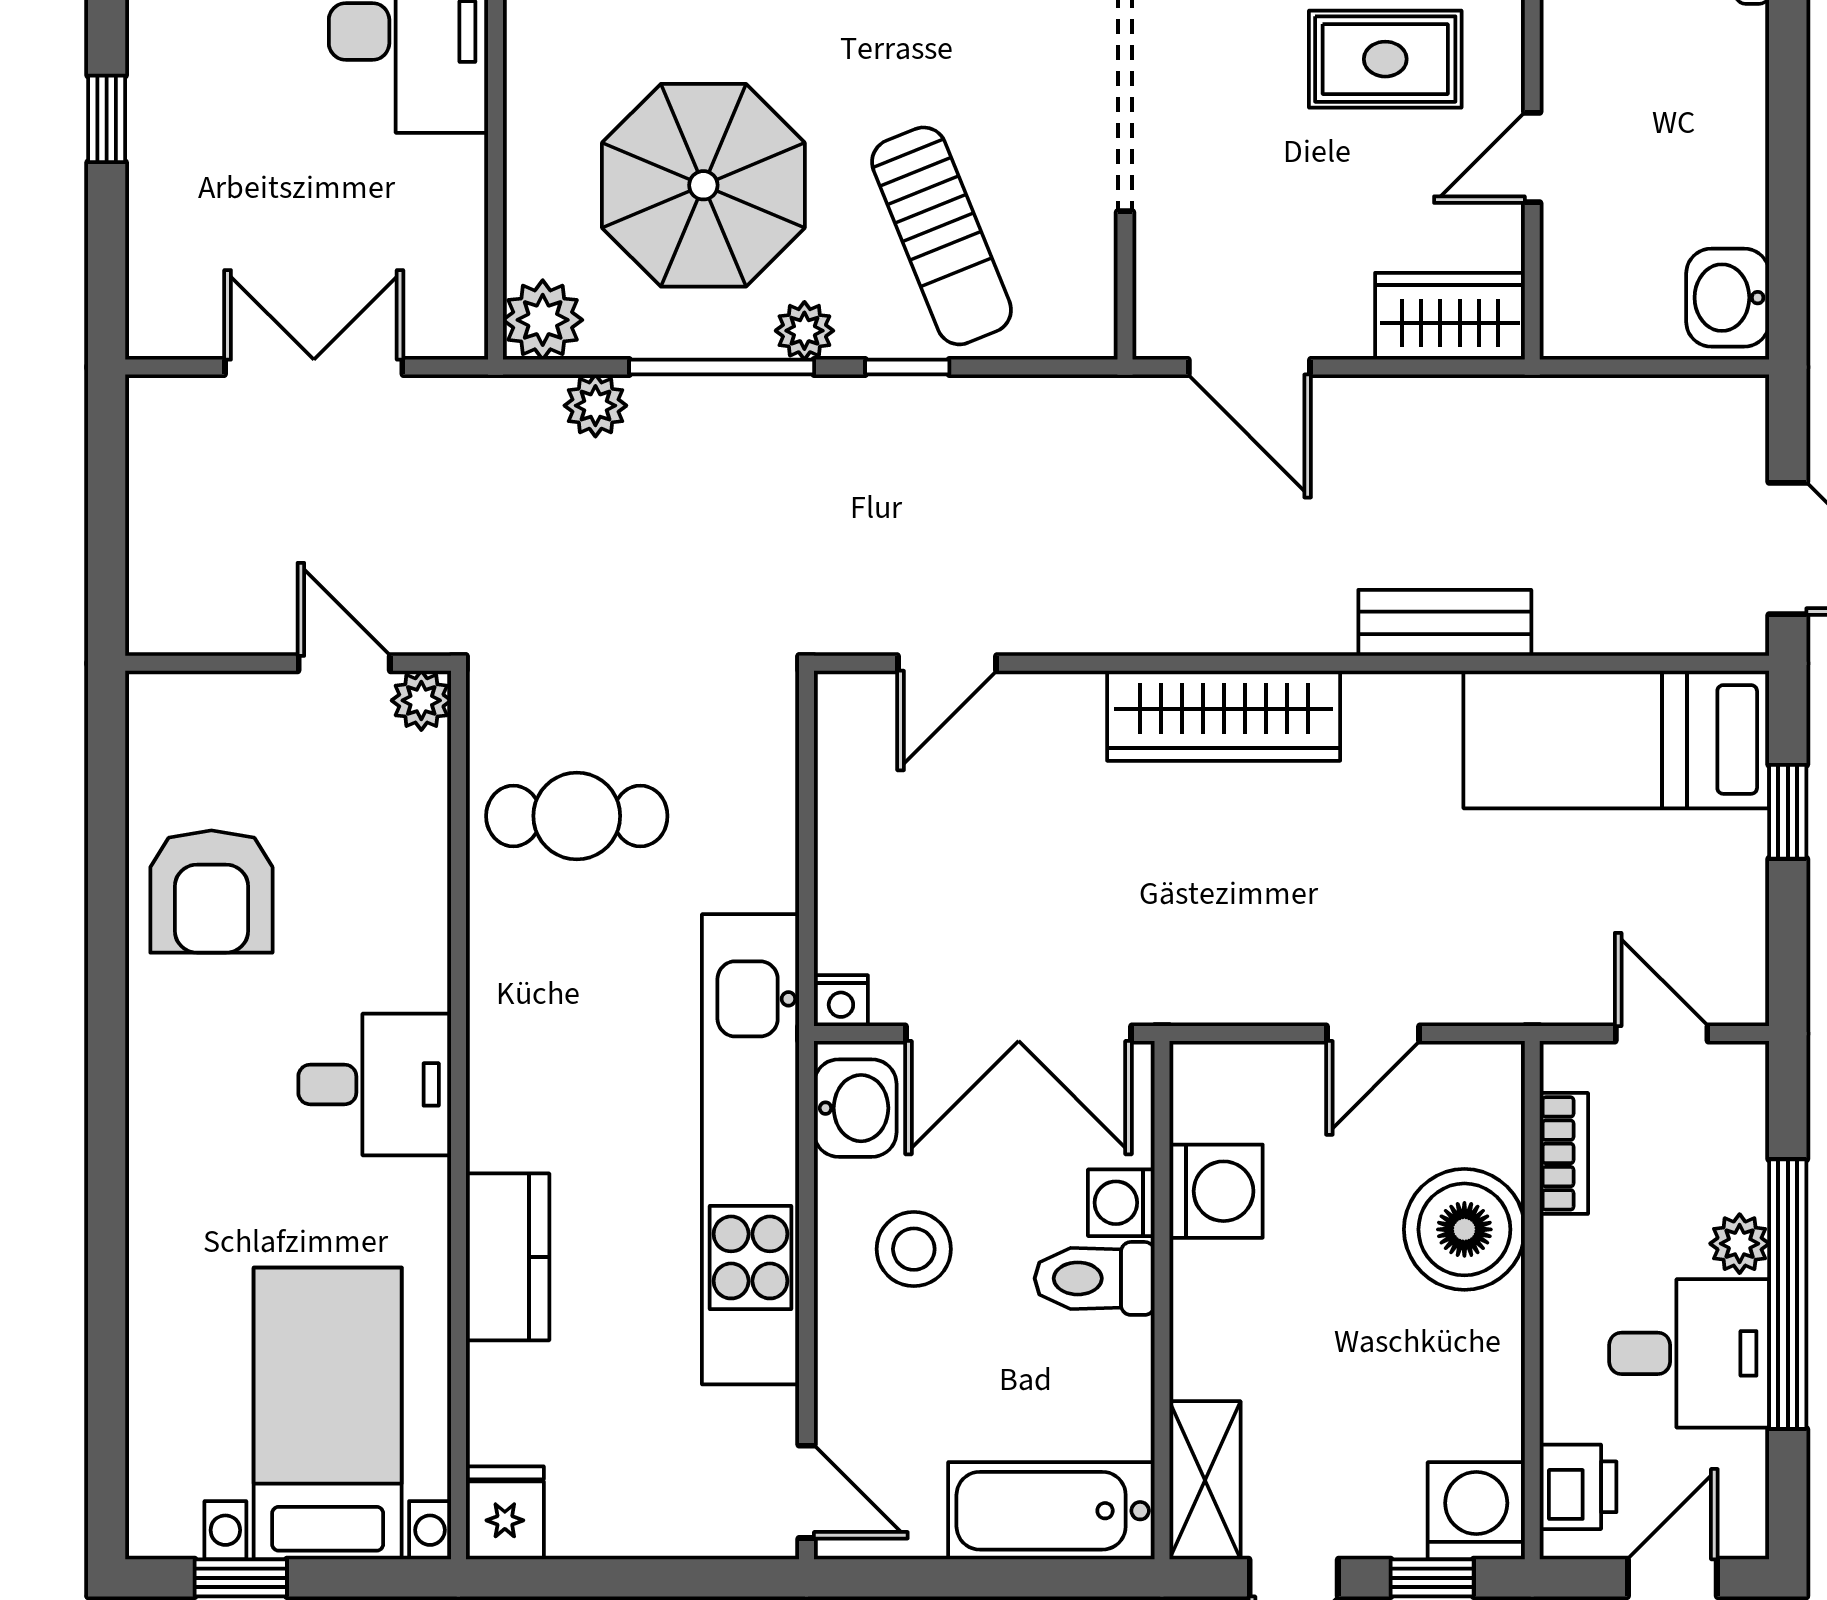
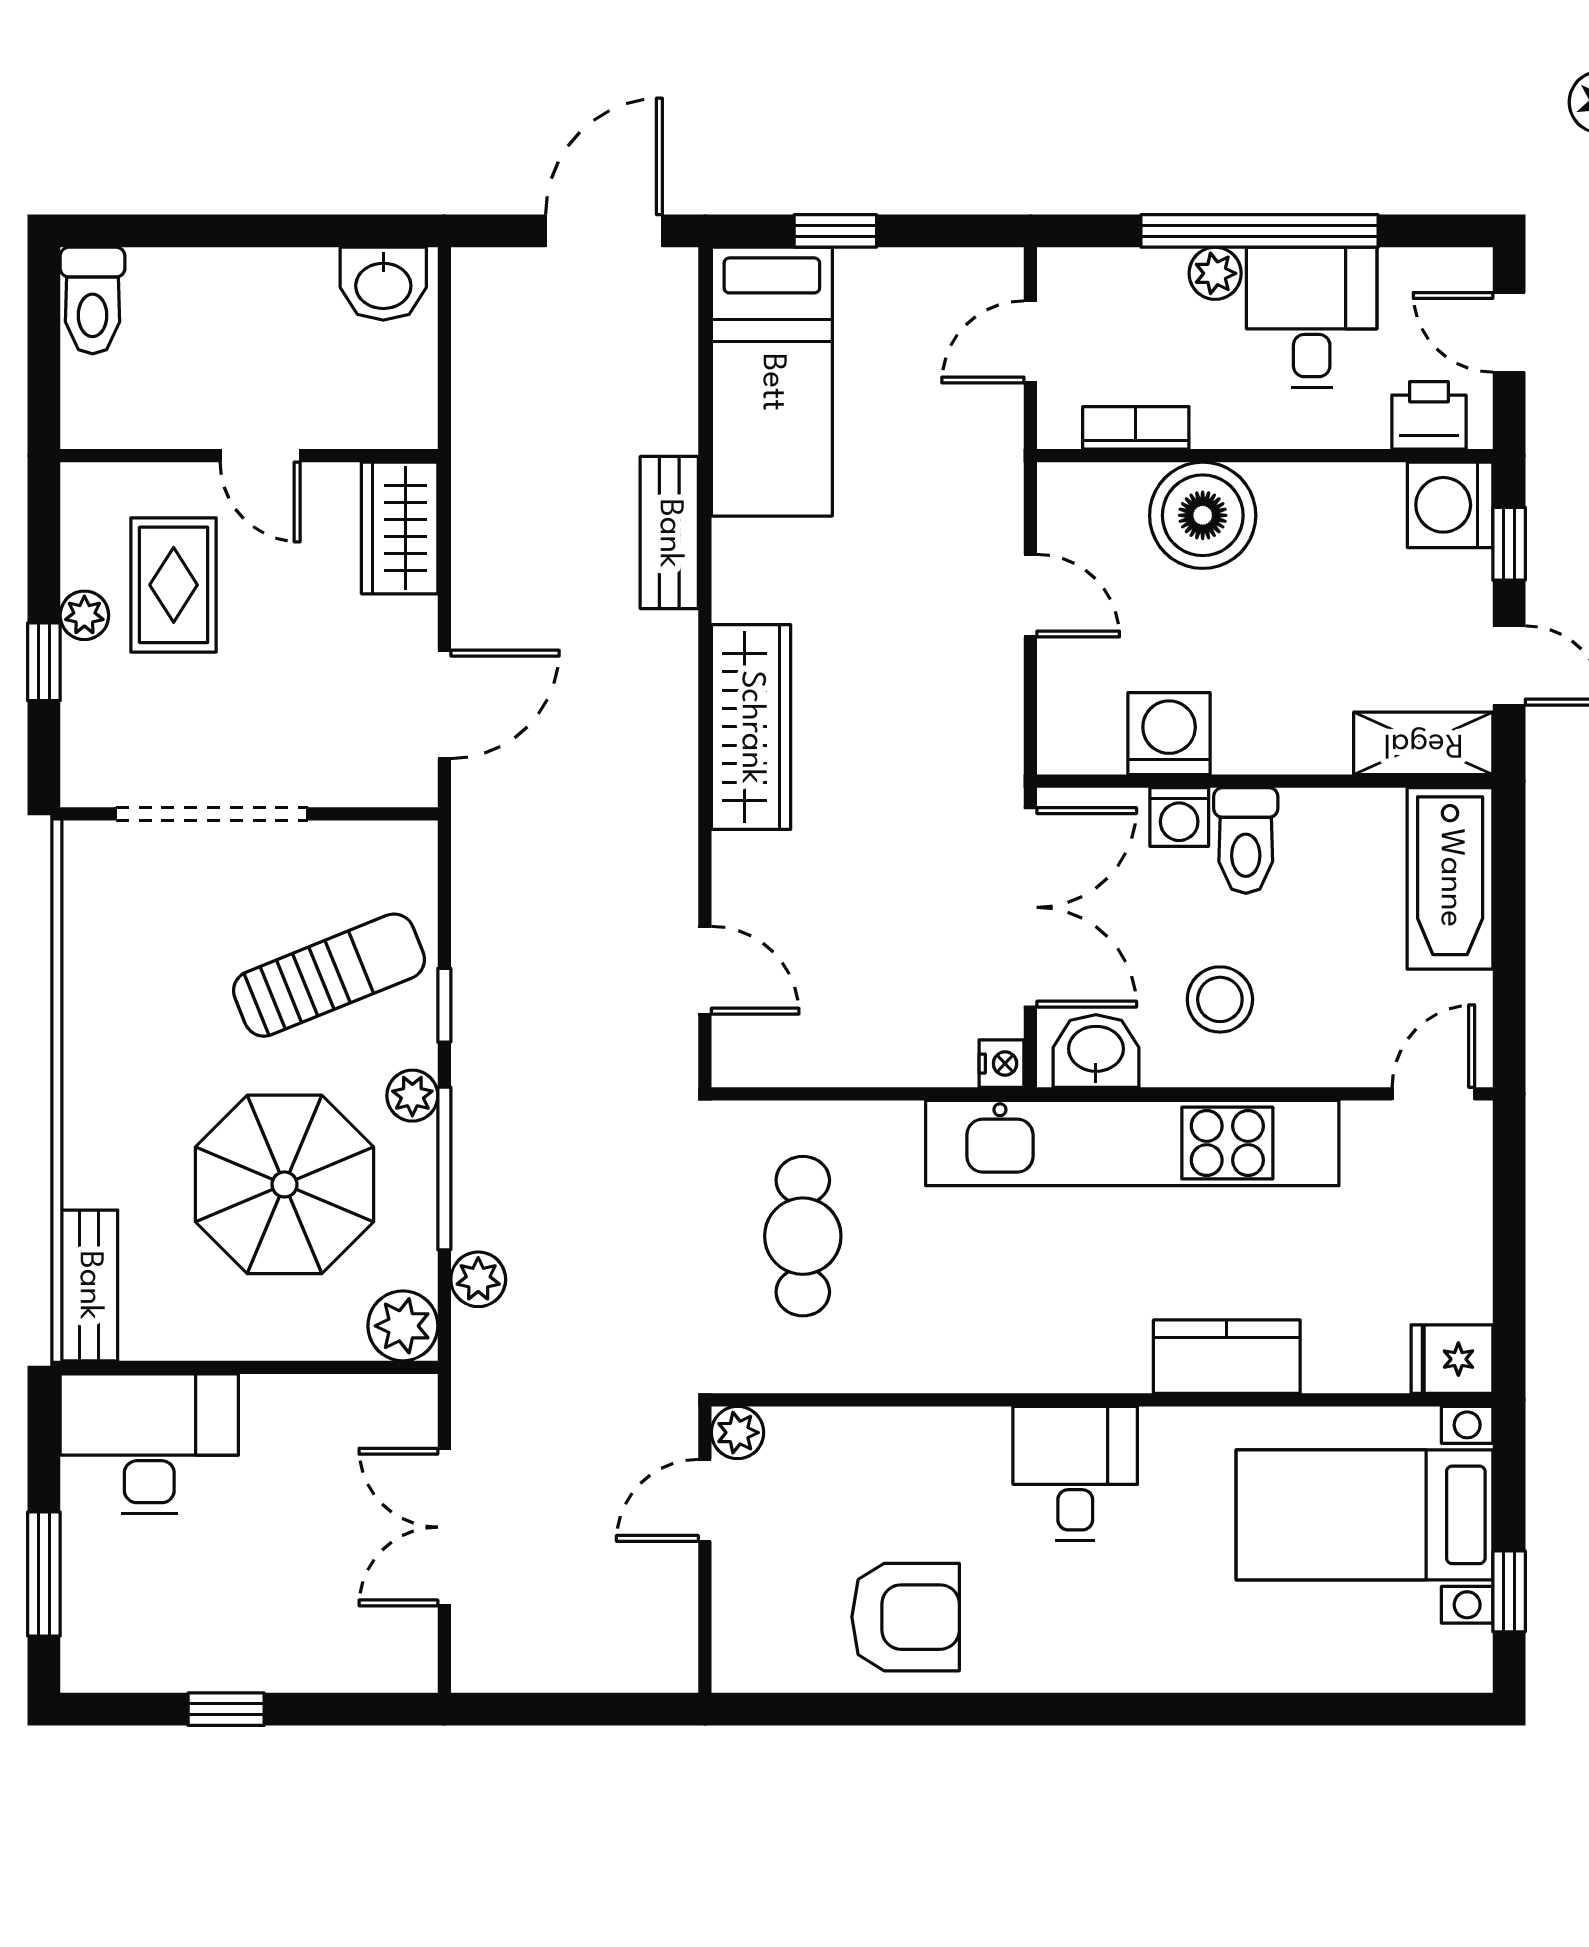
cafe table: (577, 816) -> (803, 1236), moved

